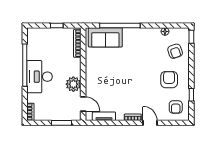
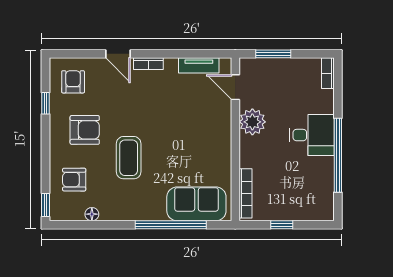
armchair: (175, 51) -> (74, 180), turned -71
coffee table: (144, 64) -> (129, 158), added
desk: (40, 77) -> (312, 135), width x0.73
armchair: (169, 80) -> (85, 130), turned -90

